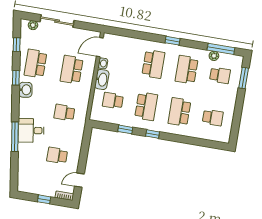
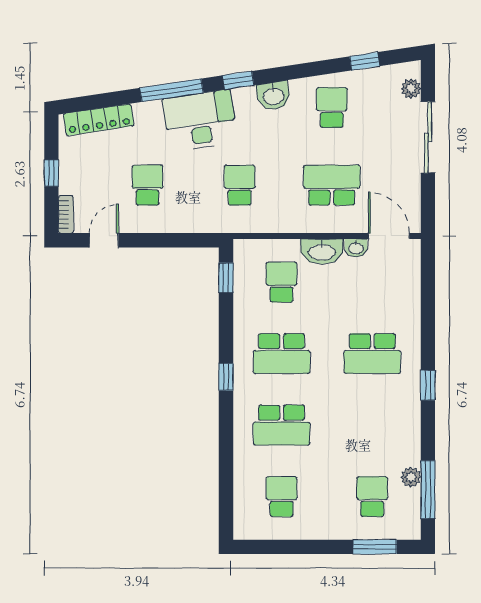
school desk: (36, 64) -> (332, 108), width x0.54
school desk: (187, 70) -> (372, 425), removed
school desk: (220, 75) -> (372, 497), turned 180
window: (16, 78) -> (238, 80), moved
school desk: (179, 112) -> (282, 425), turned 180
school desk: (213, 118) -> (282, 497), turned 180
window: (125, 129) -> (226, 278), moved
desk: (31, 130) -> (200, 121), width x1.37
locker: (23, 173) -> (99, 120), added
door: (79, 180) -> (104, 240), hinge flipped

